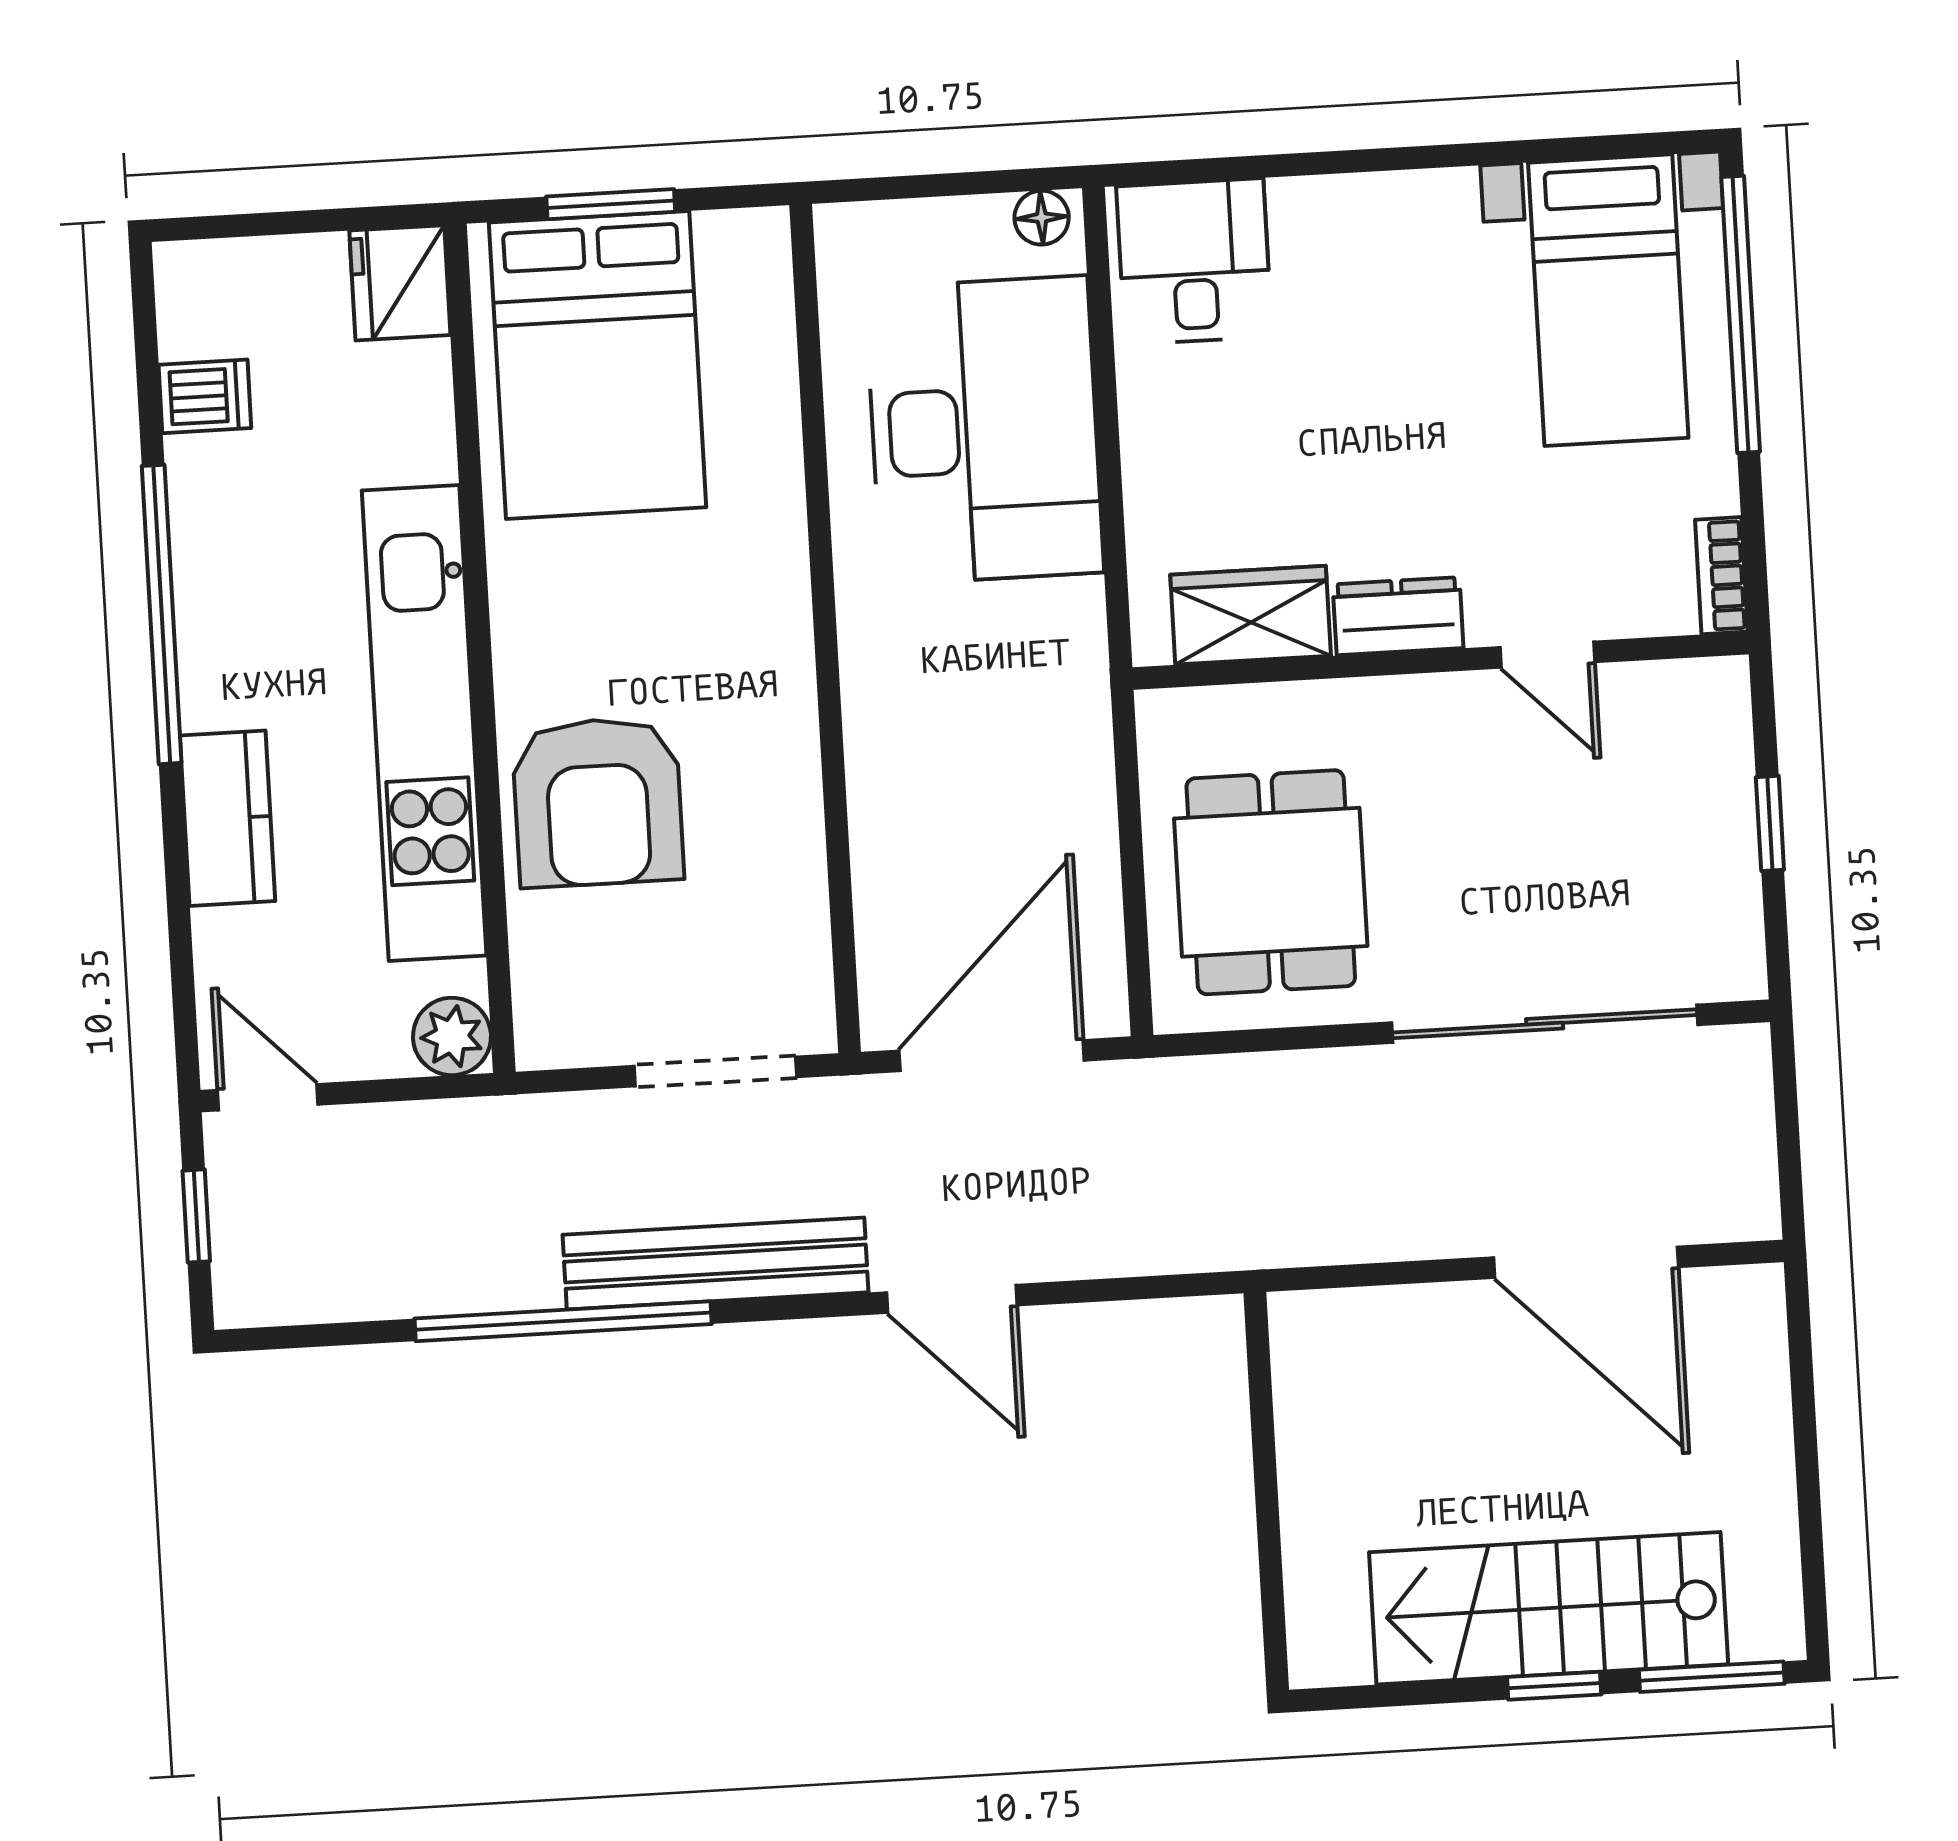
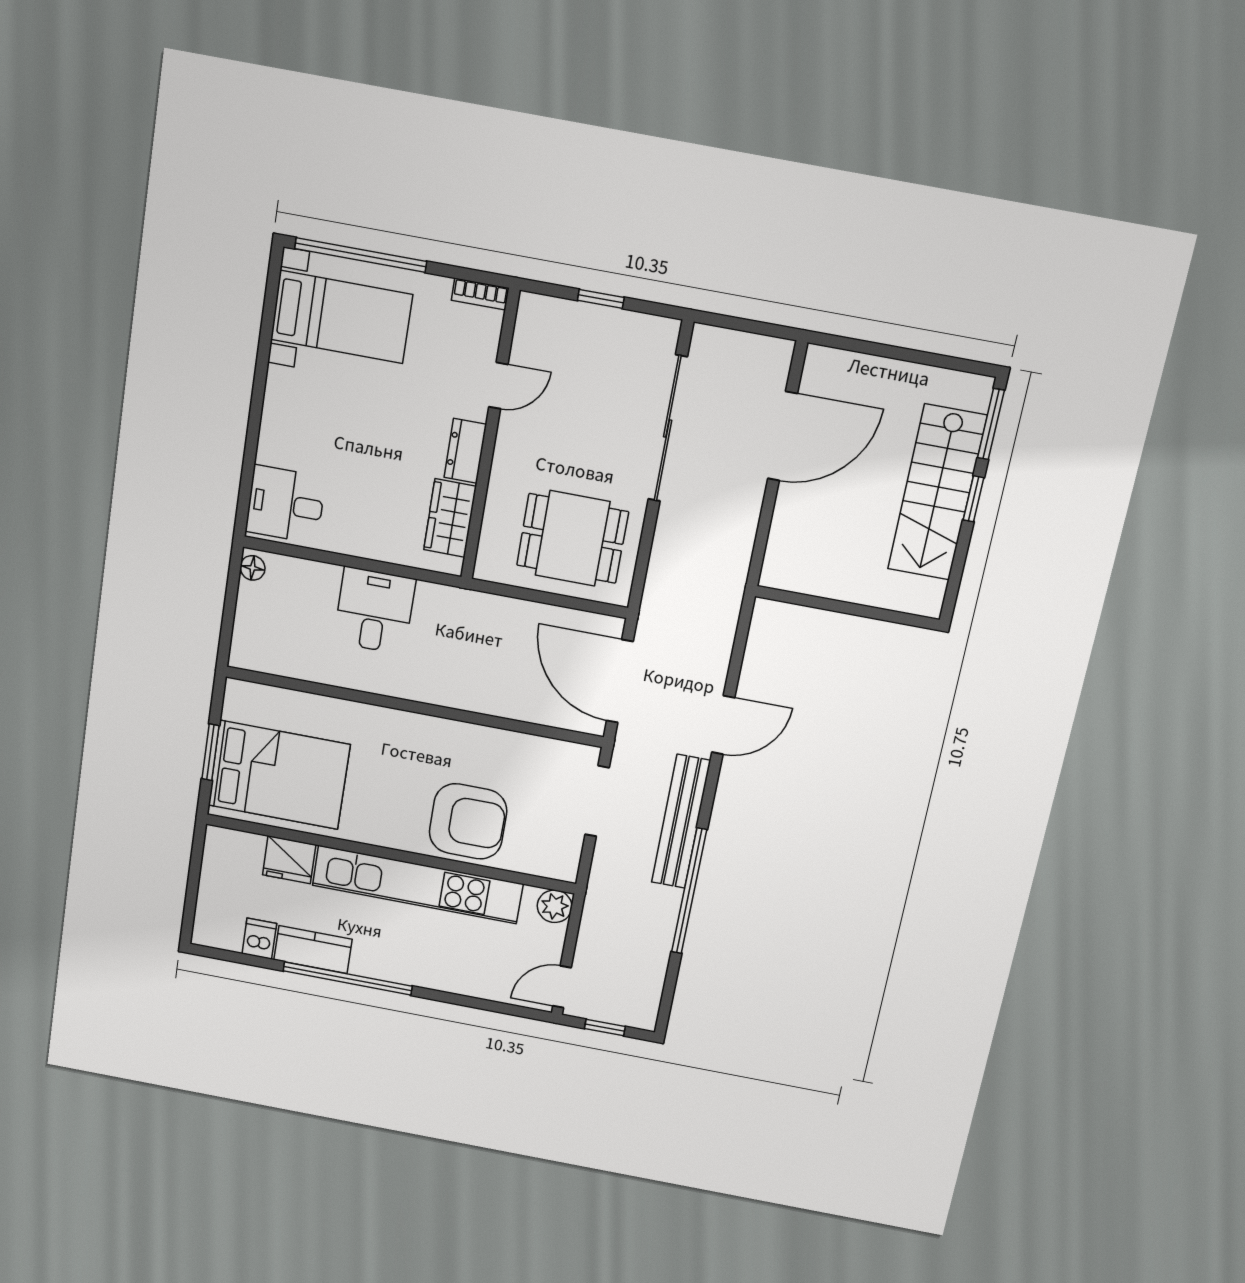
fridge: (400, 283) -> (289, 860), moved
desk: (984, 430) -> (375, 611), width x0.53, depth x0.77
kitchen counter: (228, 818) -> (313, 950), moved

